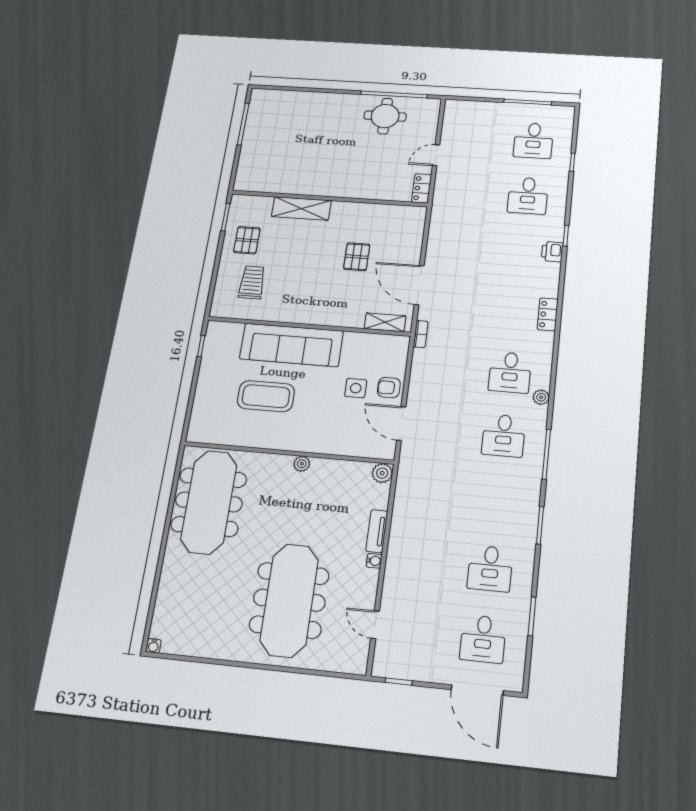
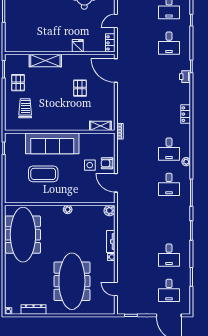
fridge: (363, 189) -> (78, 46), added
door: (419, 285) -> (116, 71), moved
dresser: (204, 648) -> (34, 310), added

